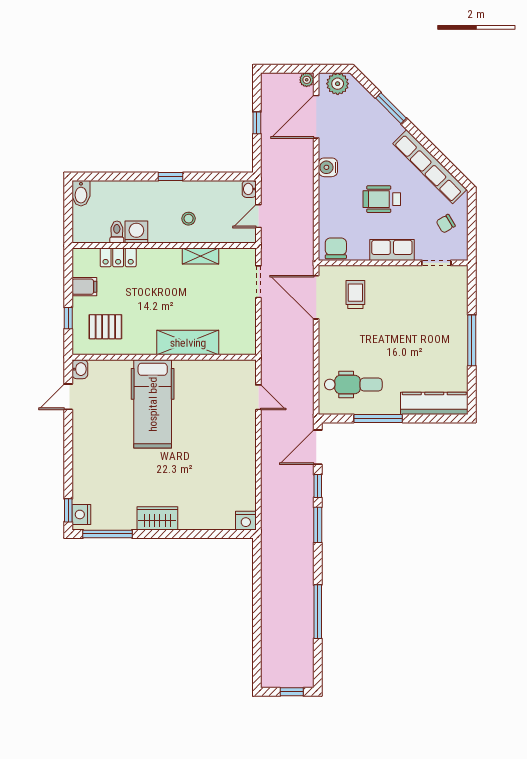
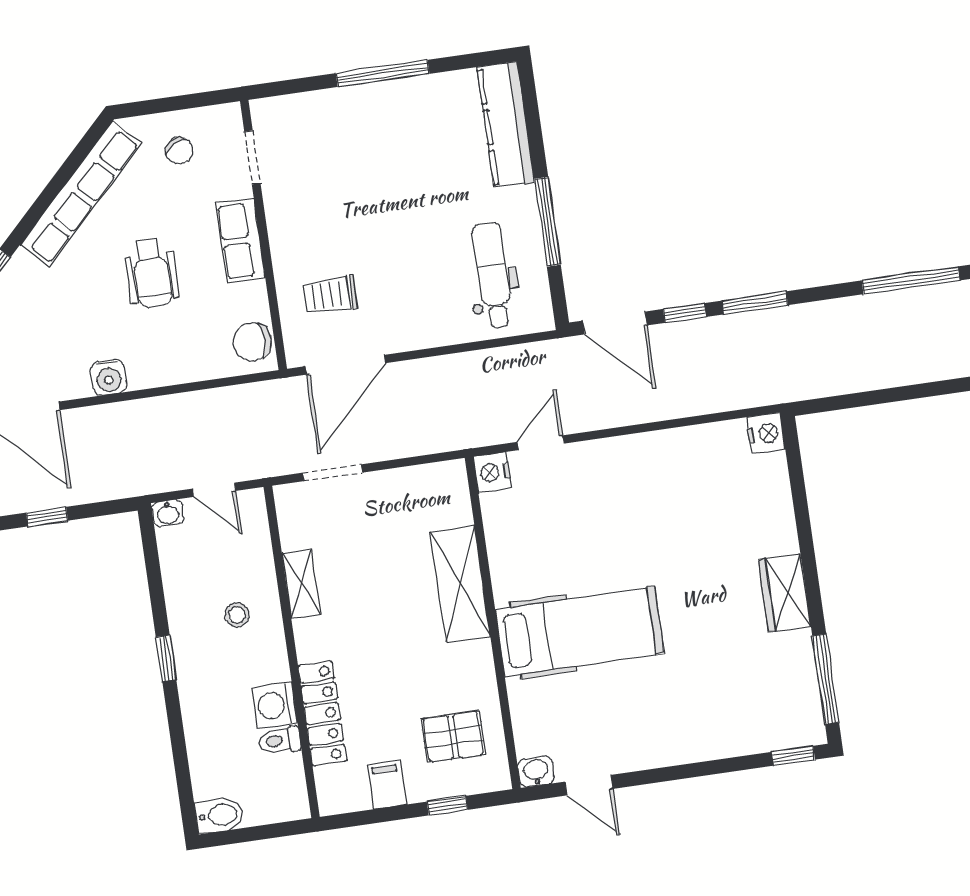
locker: (118, 257) -> (322, 714), width x1.53
pallet: (105, 327) -> (453, 737), turned 90
nightstand: (81, 514) -> (492, 472), moved, turned 90

